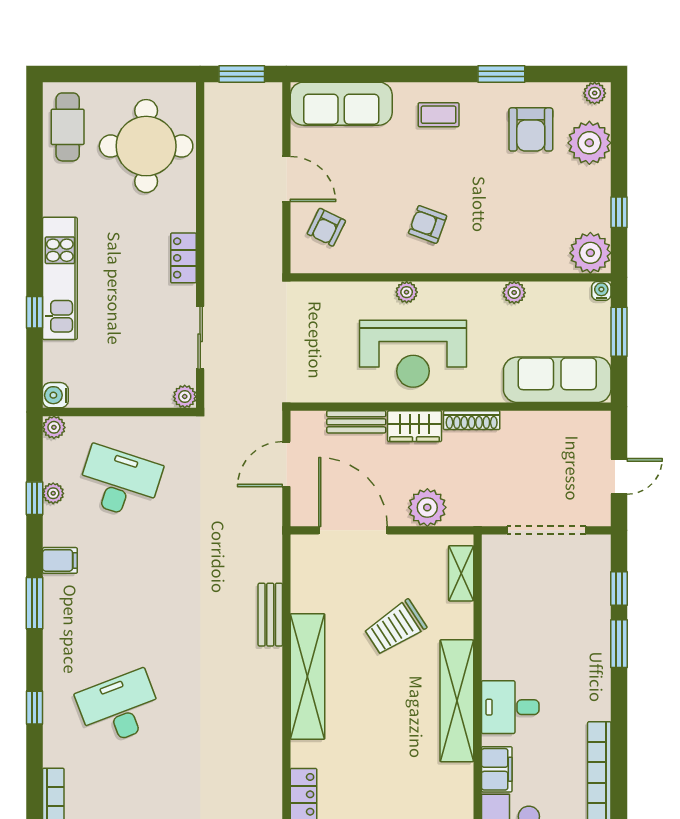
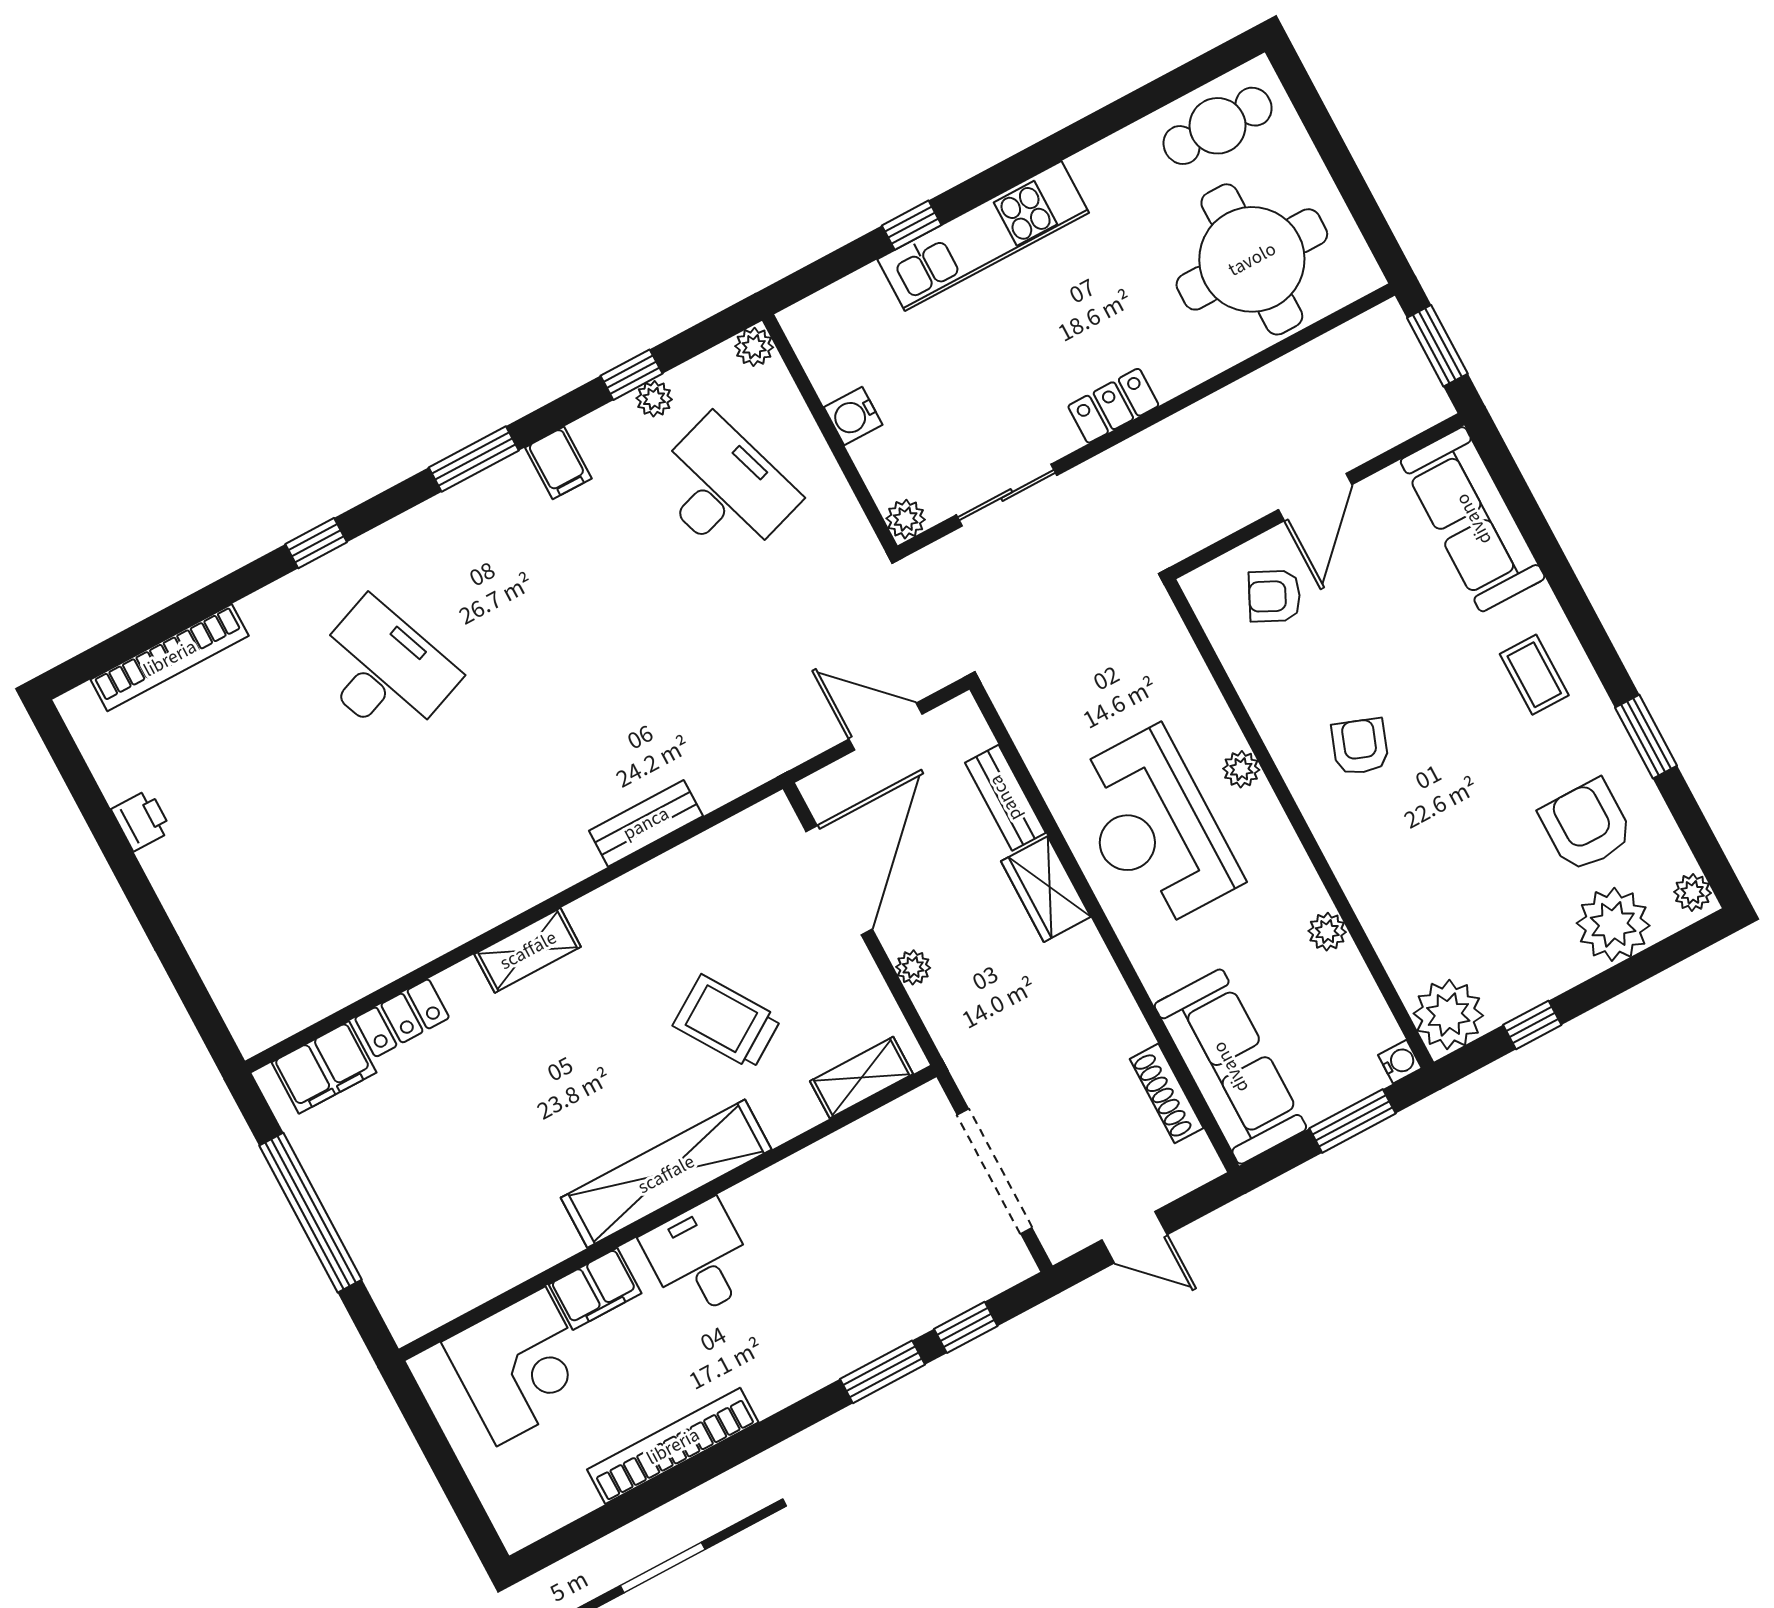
armchair: (531, 129) -> (1586, 826), turned 90
water cooler: (55, 395) -> (853, 416), moved, turned -90
shoe rack: (472, 420) -> (1167, 1093), moved
desk: (119, 482) -> (724, 490), turned -36
plant: (427, 507) -> (913, 967), width x0.53, depth x0.53
shelving: (308, 676) -> (528, 950), width x0.45, depth x0.75

